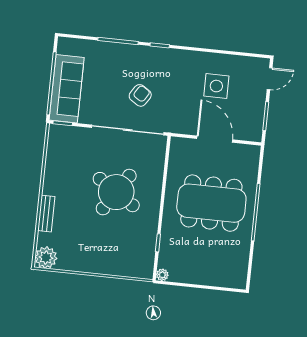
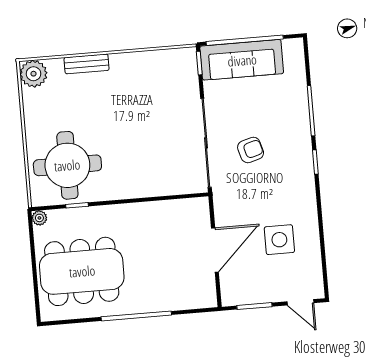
armchair: (140, 95) -> (251, 150), turned -49
round table: (116, 192) -> (67, 165), moved, turned -33
dining table: (211, 203) -> (82, 271), moved, turned 90

